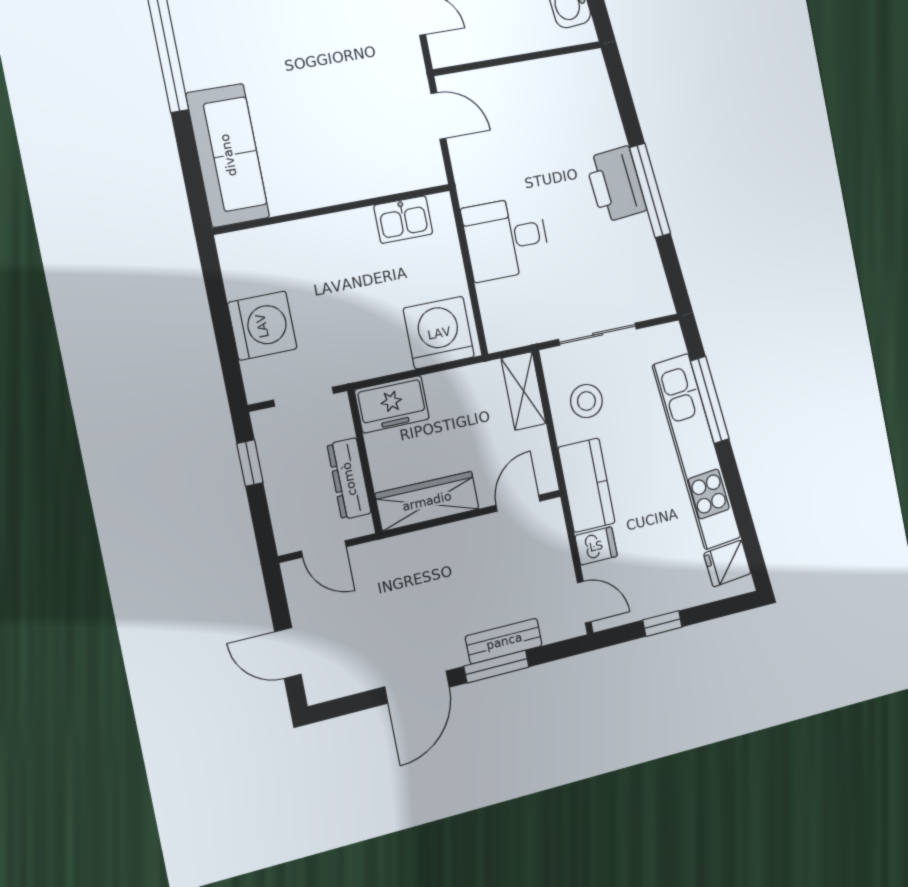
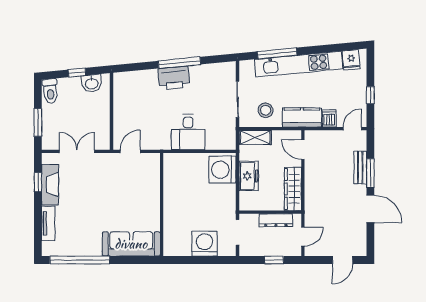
kitchen sink: (403, 220) -> (172, 175), removed
freezer: (392, 404) -> (249, 176), moved
window: (250, 463) -> (274, 260), moved

